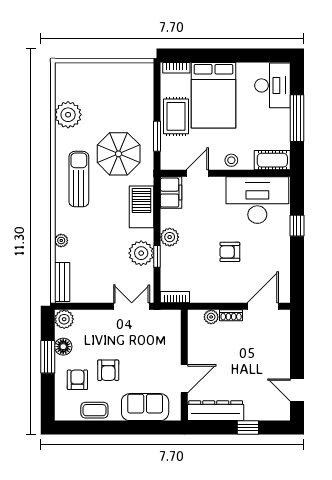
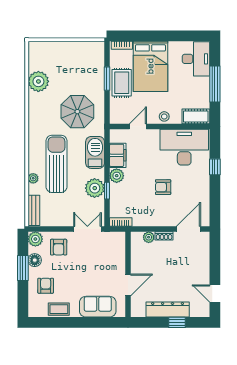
window: (157, 136) -> (107, 79), moved
sun lounger: (79, 179) -> (56, 164), moved, width x1.36, depth x1.34
filing cabinet: (171, 193) -> (118, 155), moved
armchair: (108, 370) -> (59, 247), moved
dresser: (216, 411) -> (168, 309), moved

